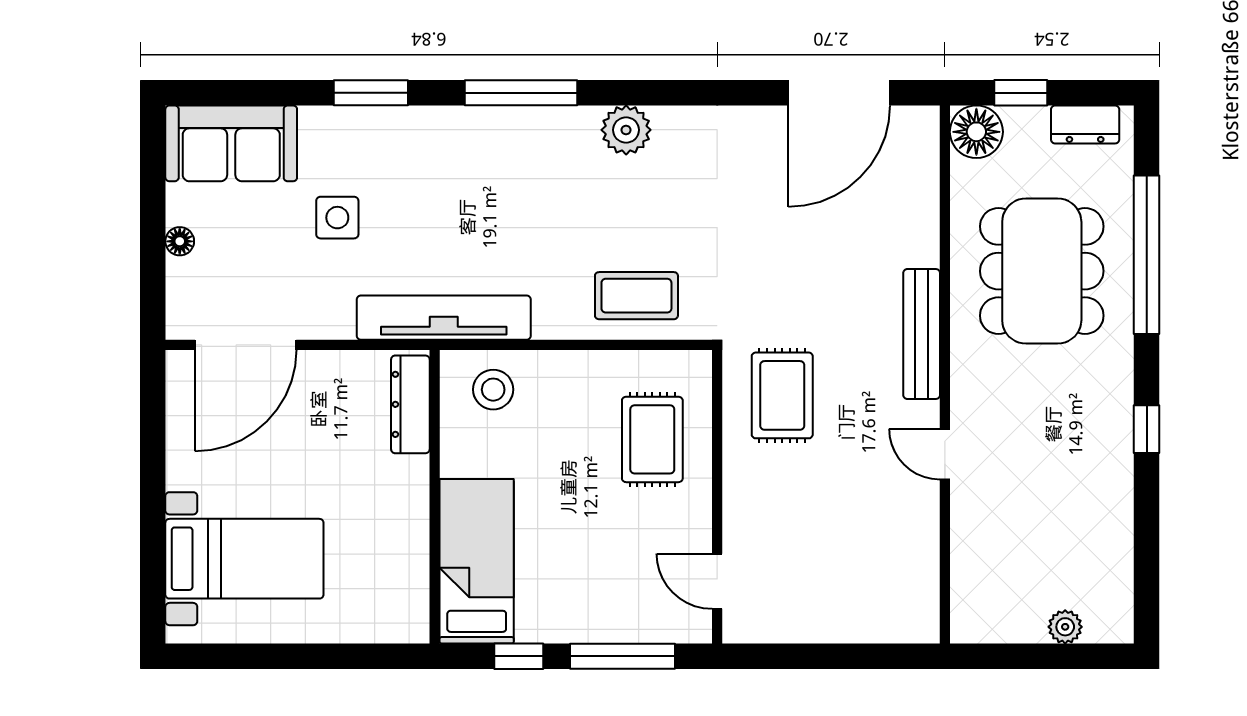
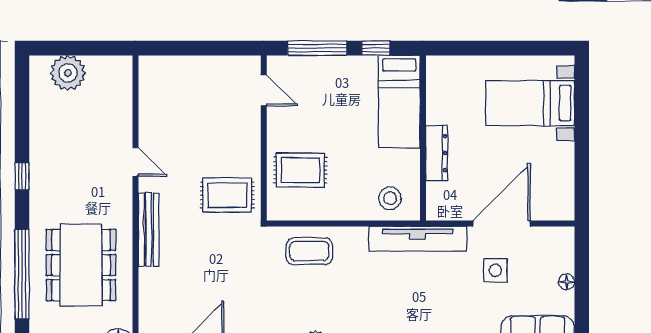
side table: (337, 218) -> (495, 270), moved
door: (246, 345) -> (502, 223), moved
rug: (782, 395) -> (227, 195), turned 90
dresser: (410, 404) -> (437, 153), moved
rug: (652, 439) -> (300, 170), turned 90
plant: (1065, 627) -> (68, 73), width x1.88, depth x1.88

